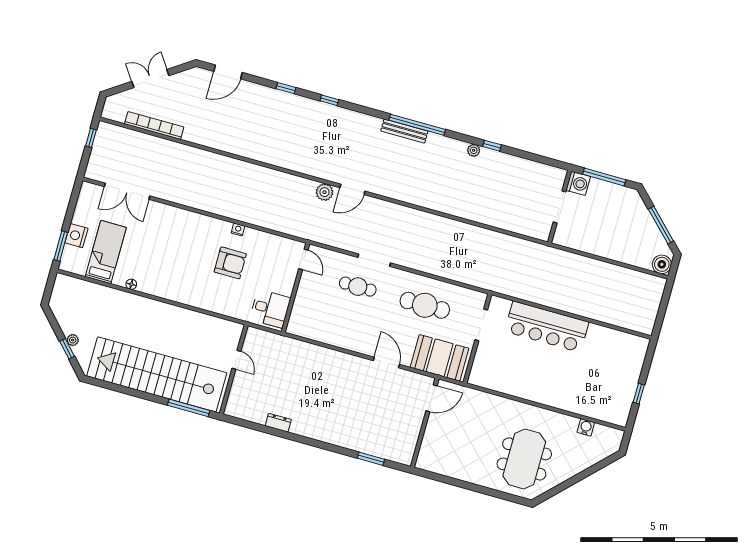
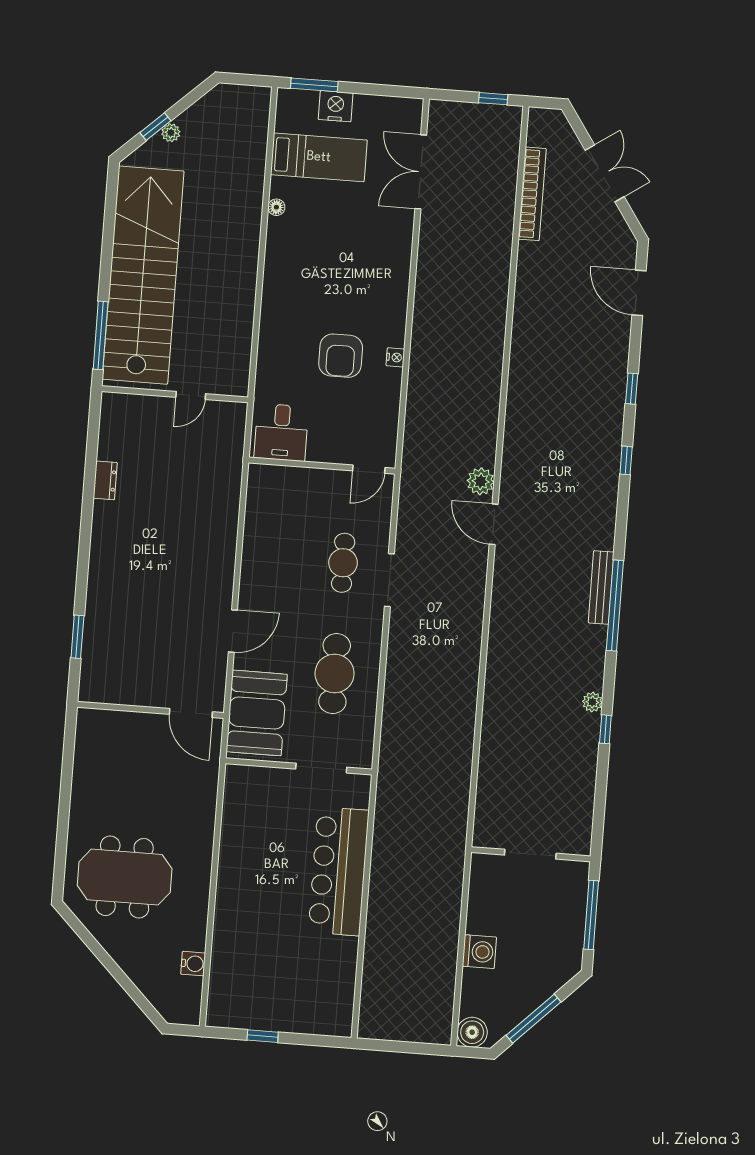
washing machine: (578, 183) -> (479, 952), moved, turned -90

